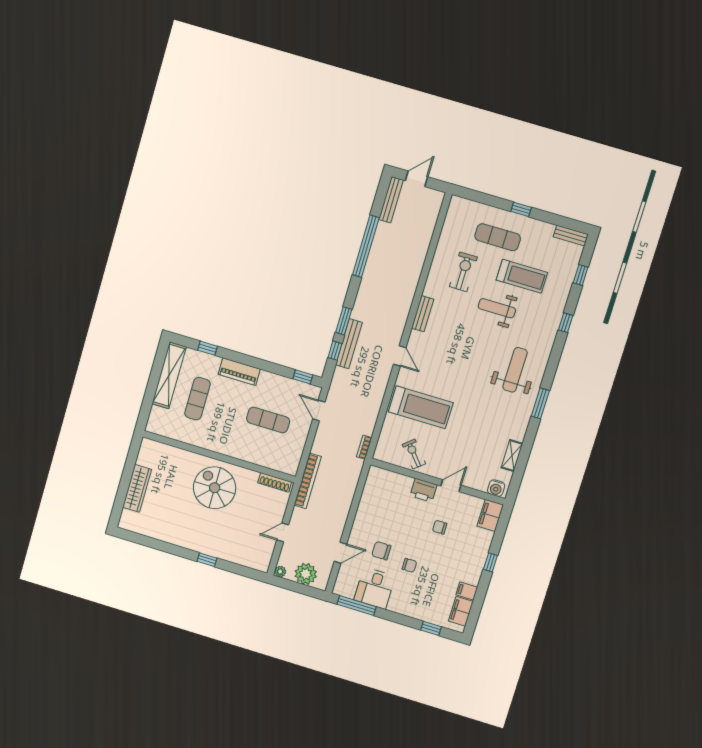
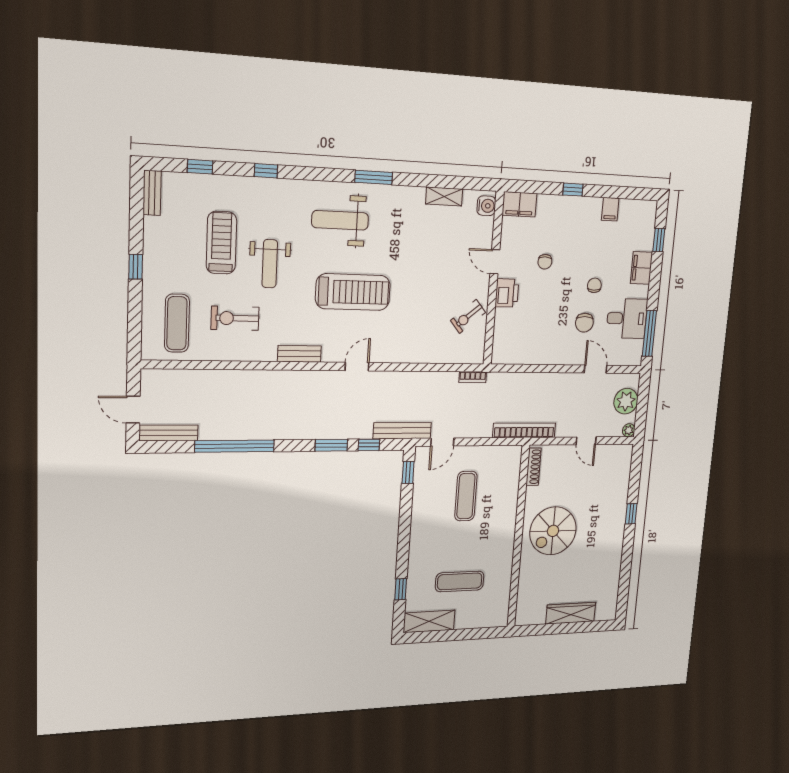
exercise mat: (498, 237) -> (177, 323), moved
bench: (349, 344) -> (402, 431), moved
piano: (239, 372) -> (419, 546), removed
shelving: (169, 375) -> (429, 621), width x0.68
treadmill: (421, 407) -> (353, 292), moved, turned 90
filing cabinet: (461, 611) -> (641, 268), moved, turned 90

